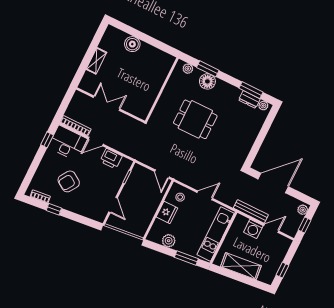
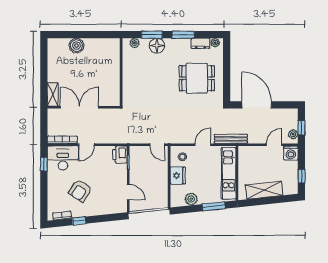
shelving: (96, 61) -> (53, 94), moved
window: (251, 90) -> (183, 35), moved
double door: (107, 103) -> (79, 107), width x1.37
dining table: (195, 119) -> (197, 78), moved
printer: (111, 159) -> (120, 154), moved, turned 90
door: (273, 183) -> (257, 105), hinge flipped
plant: (303, 210) -> (293, 134), moved
bench: (251, 211) -> (231, 139), moved
washing machine: (253, 229) -> (291, 153), moved

